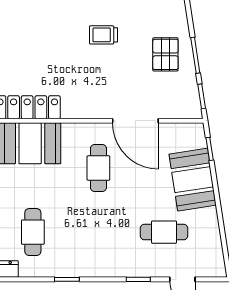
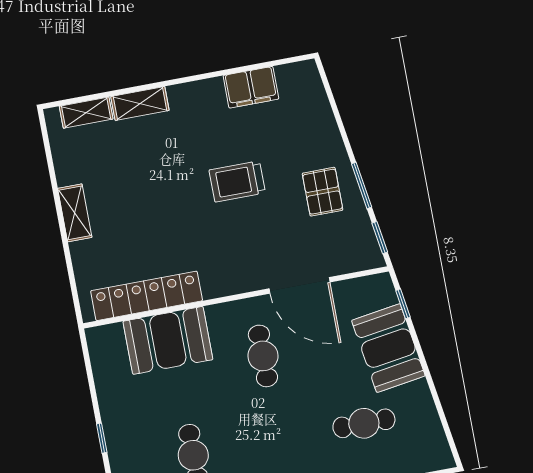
trolley: (104, 35) -> (237, 181), width x1.36, depth x1.39

